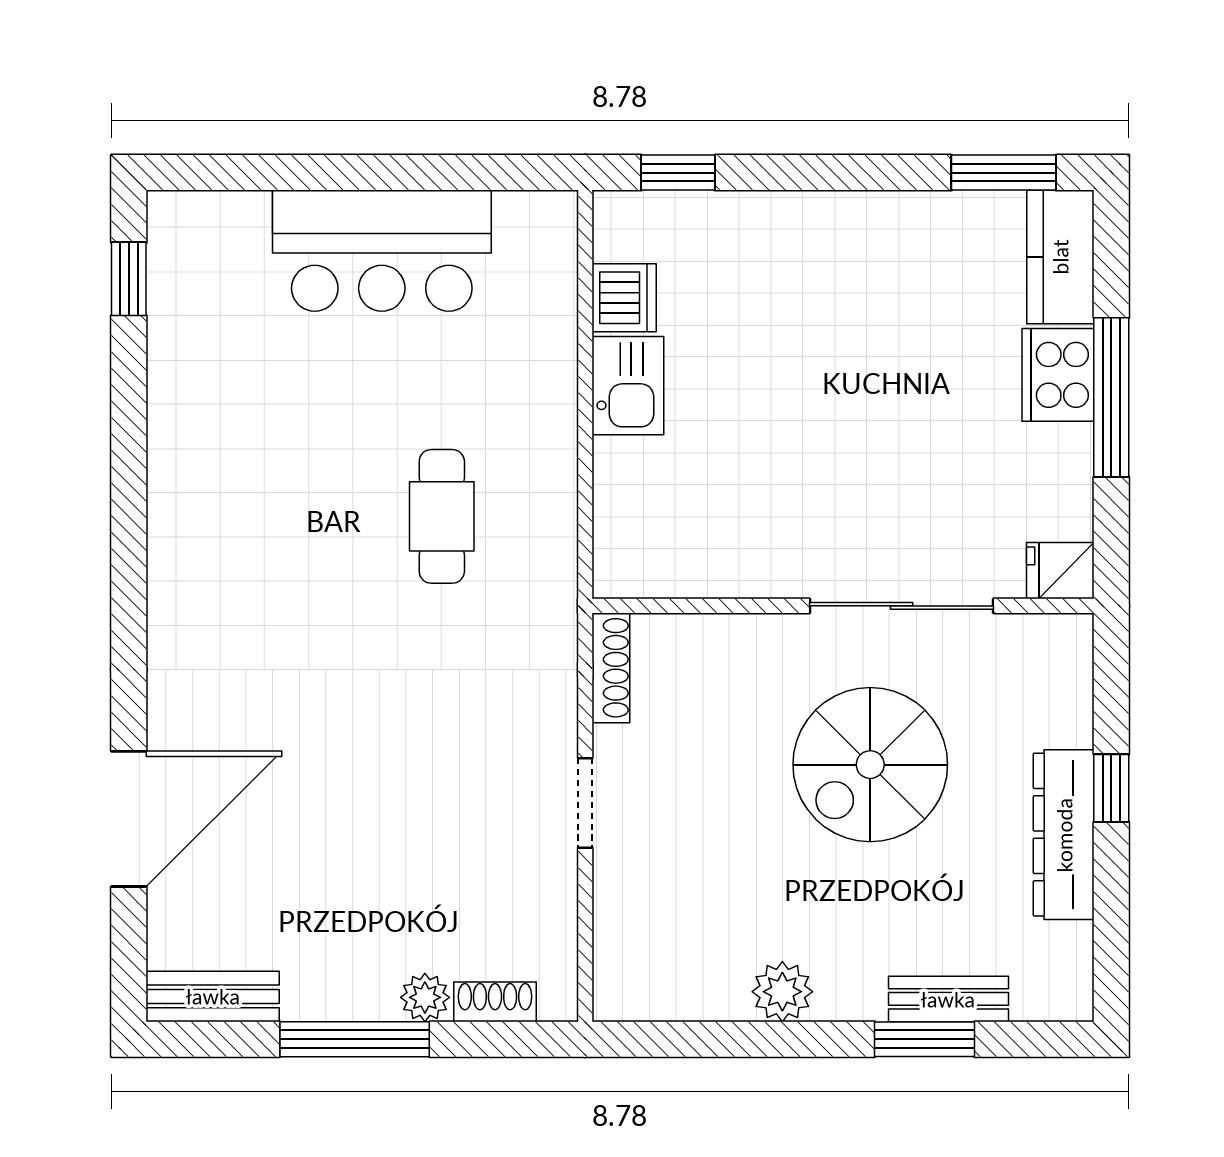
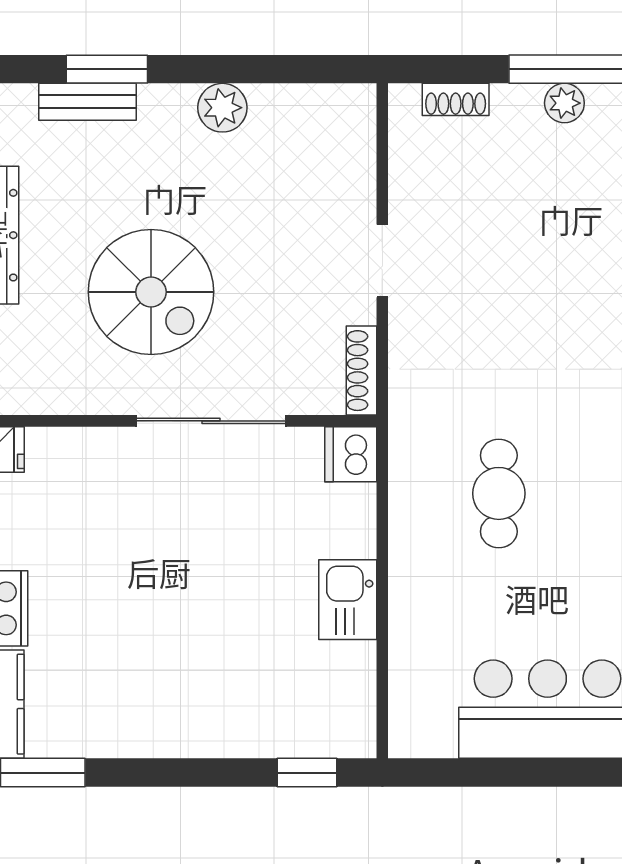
dishwasher: (624, 298) -> (351, 454), moved
sliding door: (902, 606) -> (211, 421), moved
spiral stairs: (870, 765) -> (151, 292), turned 90
plant: (425, 997) -> (564, 103), moved

